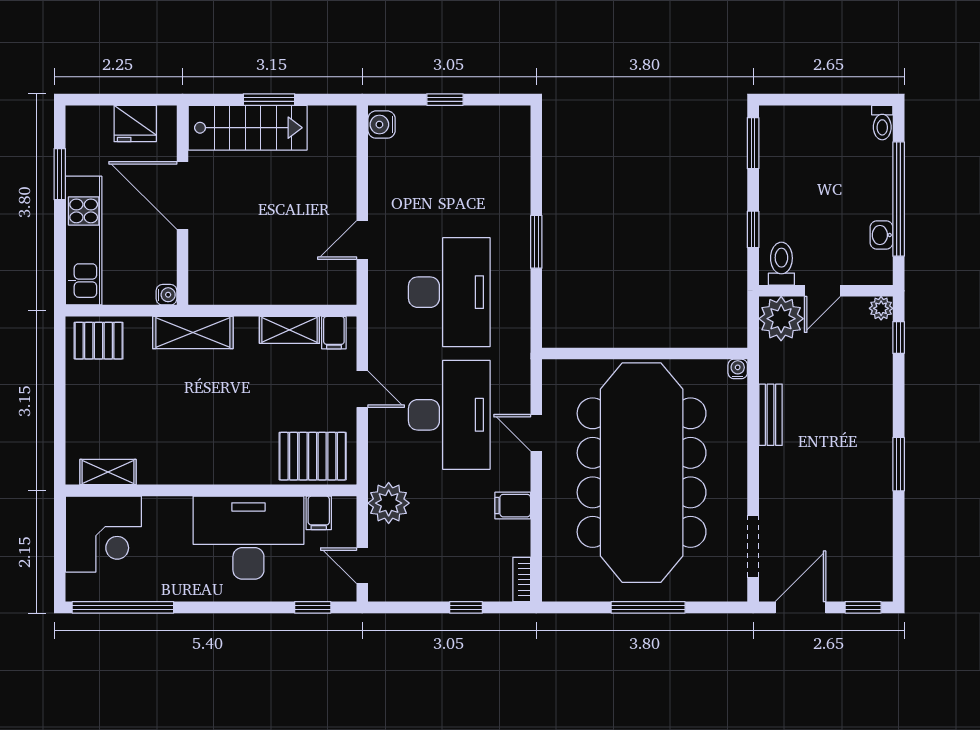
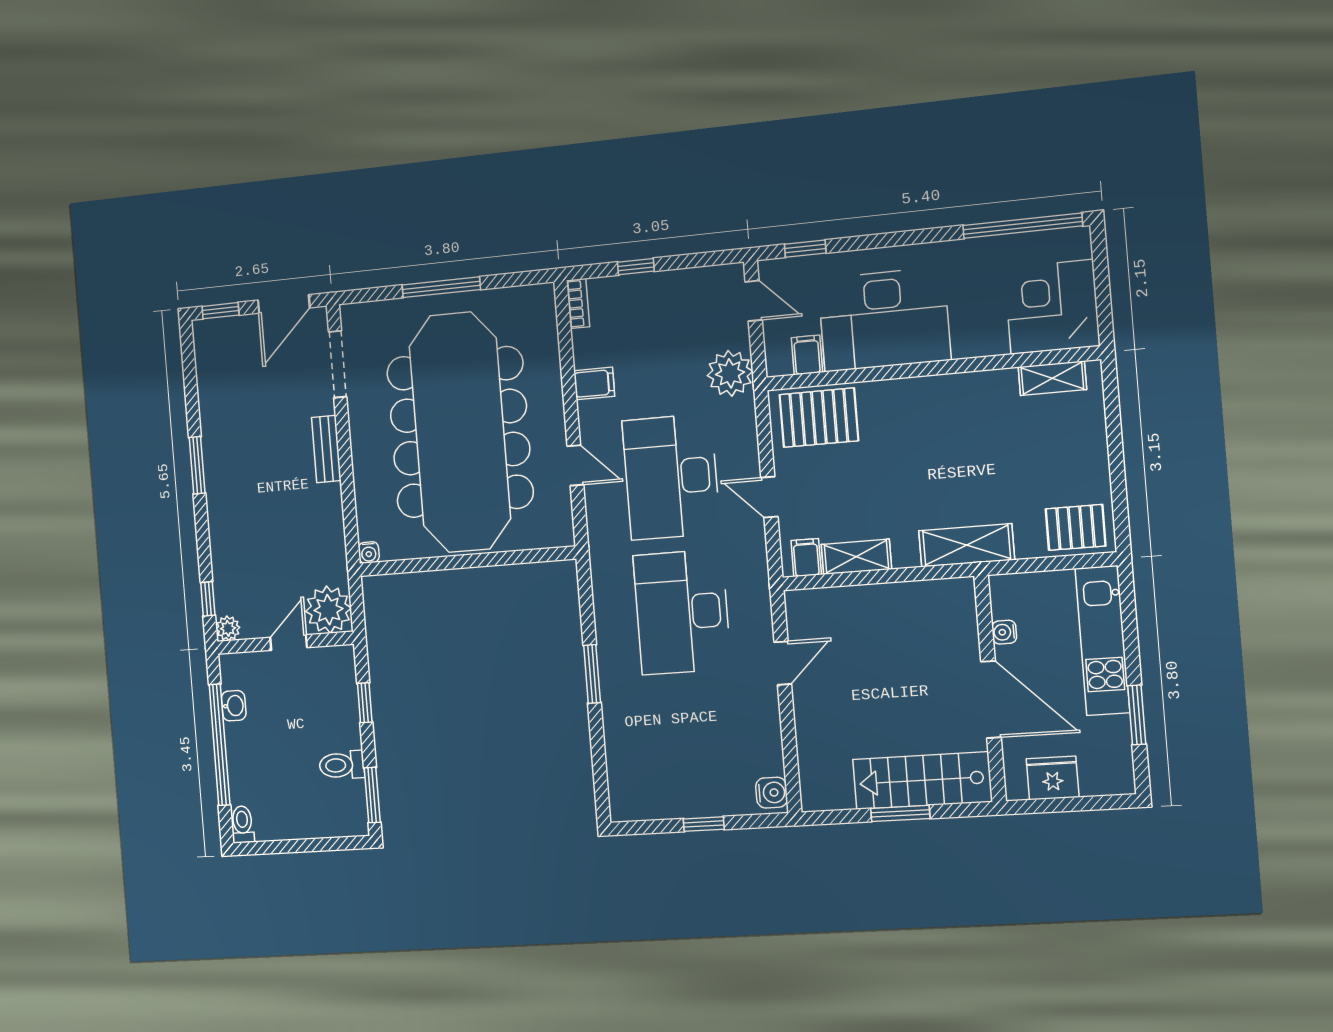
toilet: (781, 264) -> (342, 765), moved, turned 90
water cooler: (166, 295) -> (1004, 632), moved
bench: (771, 415) -> (326, 449), moved

